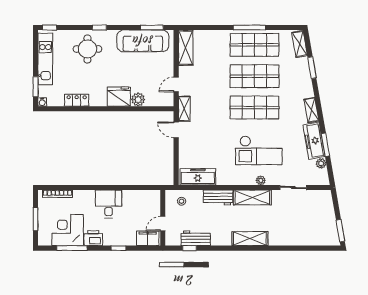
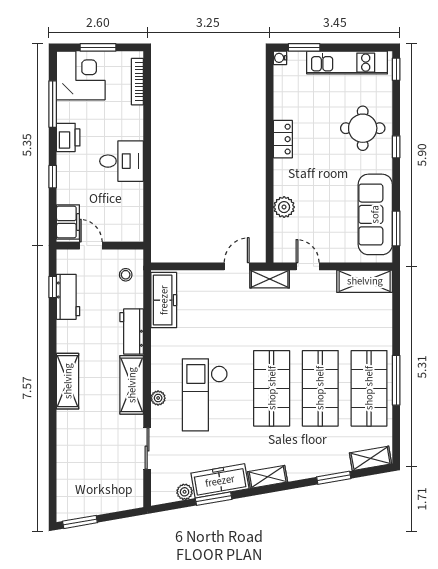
fridge: (119, 97) -> (289, 177), removed
locker: (77, 100) -> (283, 139), moved
corner desk: (68, 230) -> (81, 76), moved

